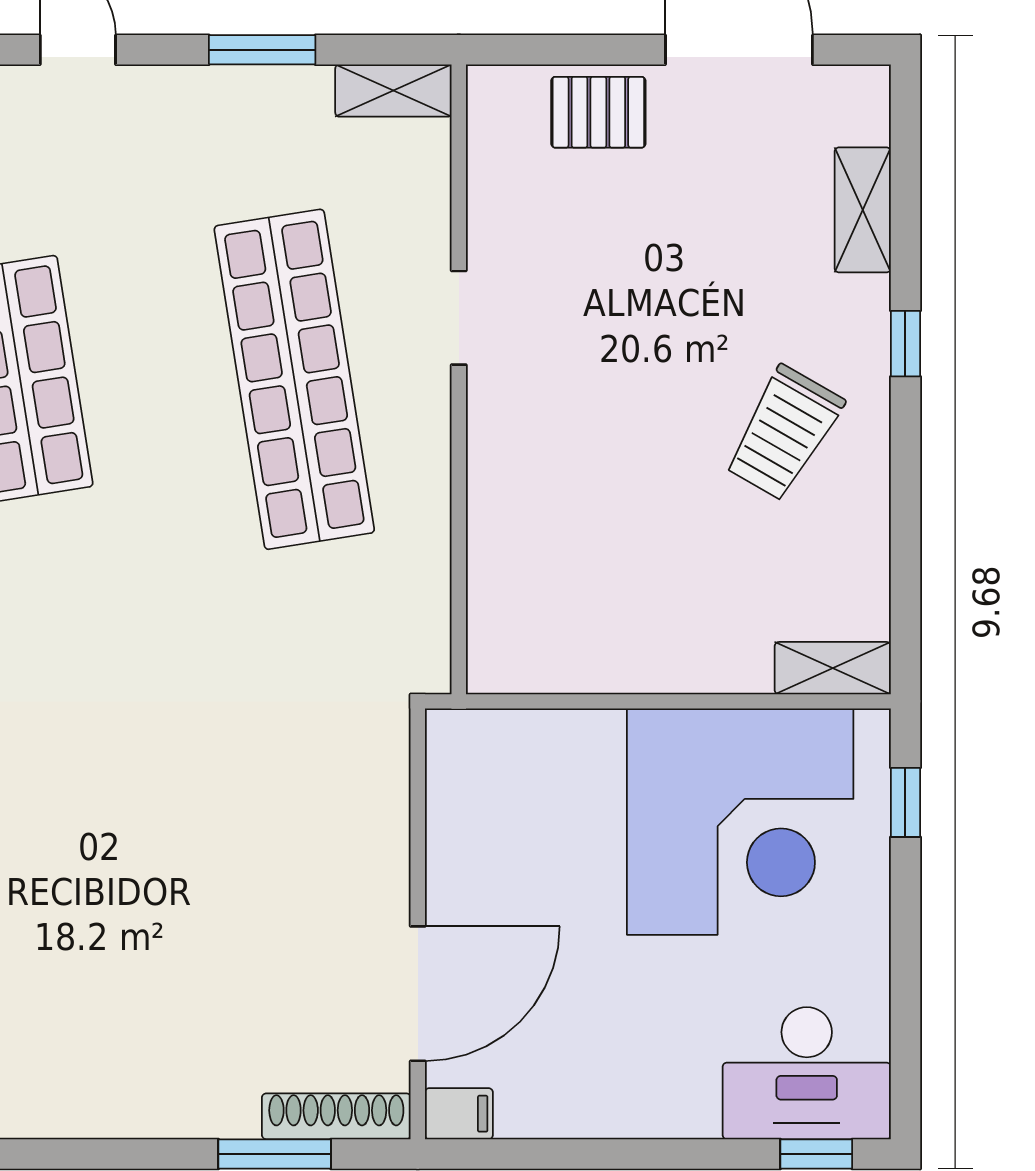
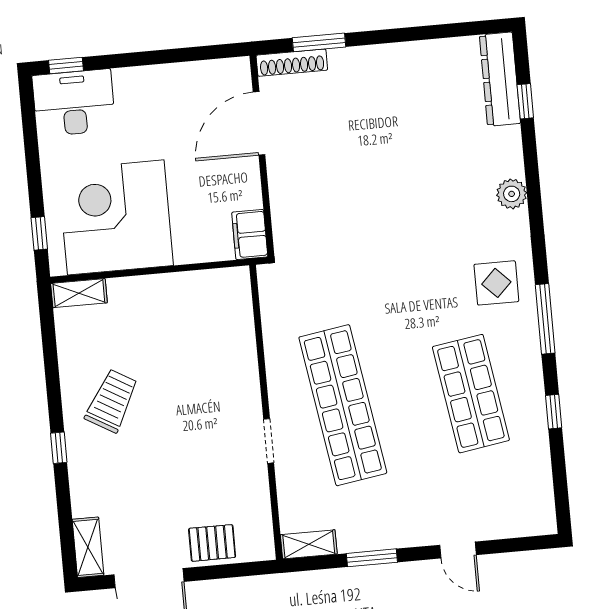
shelving: (863, 210) -> (88, 547), moved
filing cabinet: (459, 1114) -> (250, 235), moved, width x2.00

